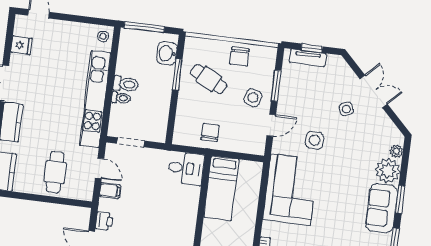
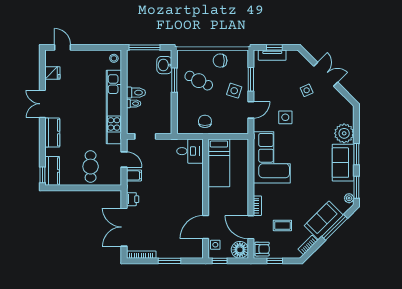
chair: (240, 57) -> (220, 61), turned 90
plant: (396, 151) -> (349, 118), removed

